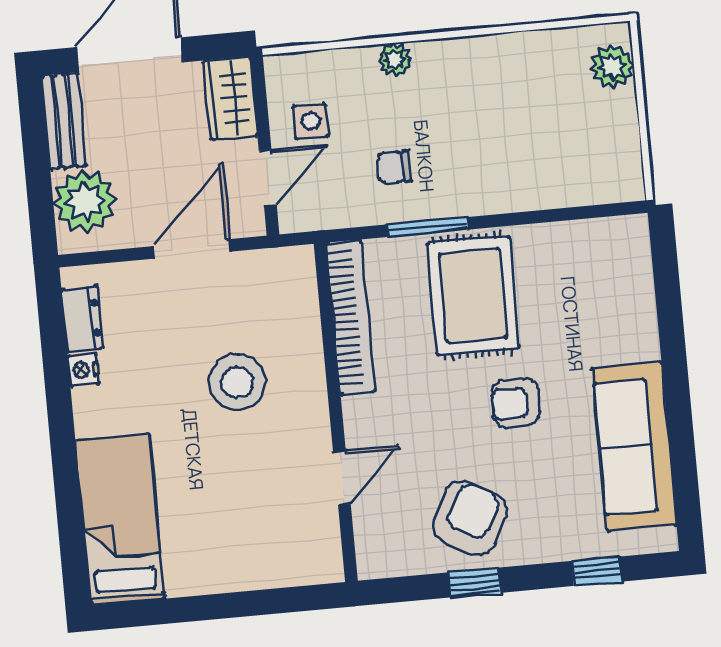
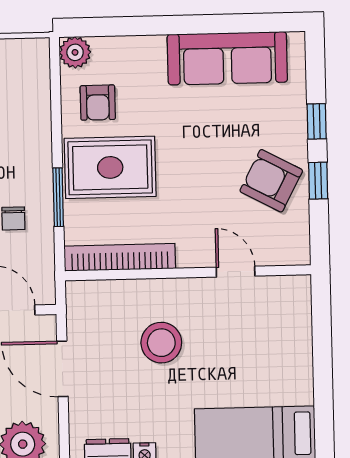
plant: (628, 237) -> (75, 52), added
armchair: (516, 403) -> (98, 103), moved
window: (597, 571) -> (317, 121), moved

